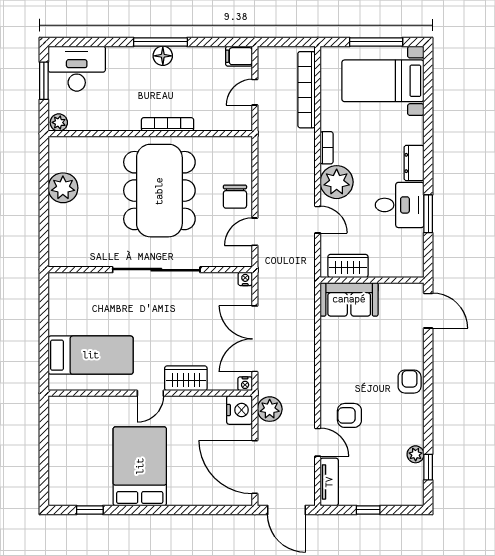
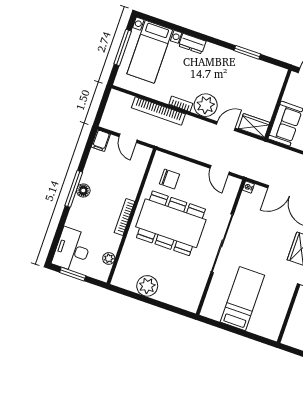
bookcase: (306, 90) -> (158, 111), moved
plant: (59, 122) -> (109, 258), moved
bookcase: (168, 124) -> (125, 217), moved
dresser: (414, 163) -> (192, 44), moved
chair: (235, 197) -> (169, 179), moved
desk: (400, 205) -> (235, 69), removed
wardrobe: (348, 266) -> (254, 125), moved, turned 90
bed: (91, 355) -> (242, 299), moved

